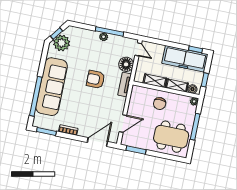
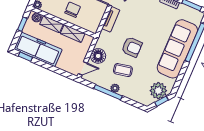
door: (138, 49) -> (83, 68), swing flipped
coffee table: (100, 56) -> (123, 70), added
tv unit: (125, 84) -> (111, 19), moved

